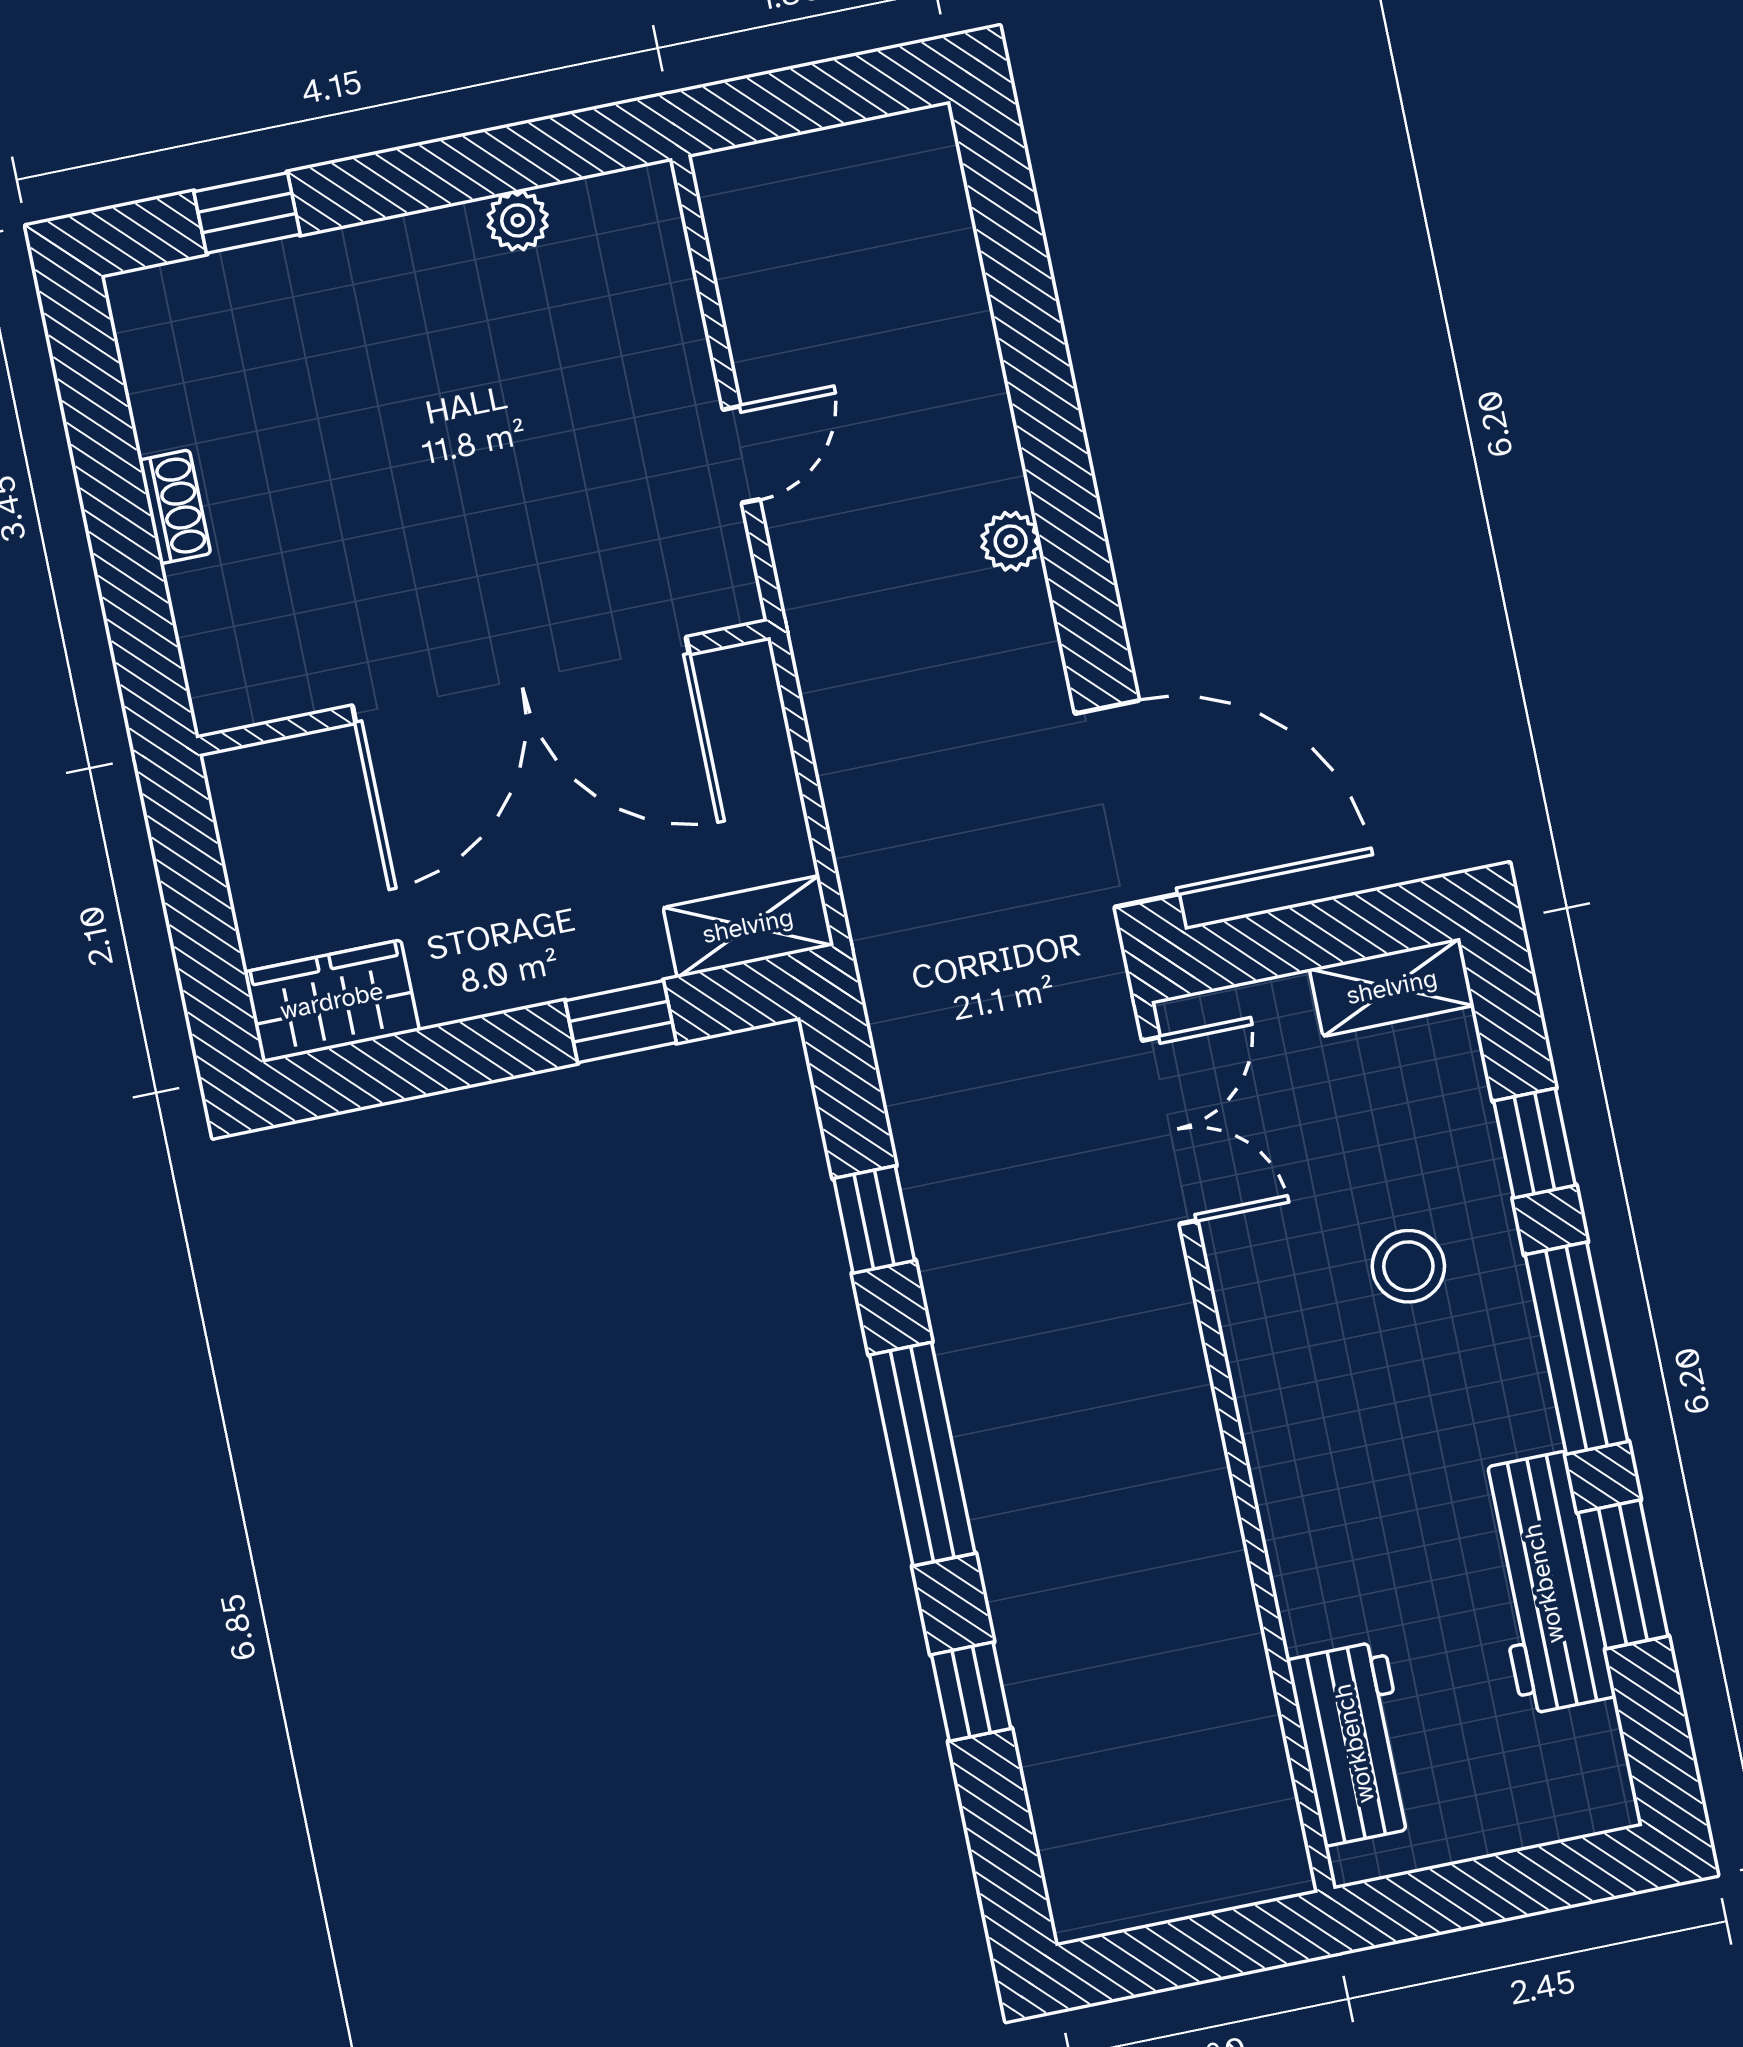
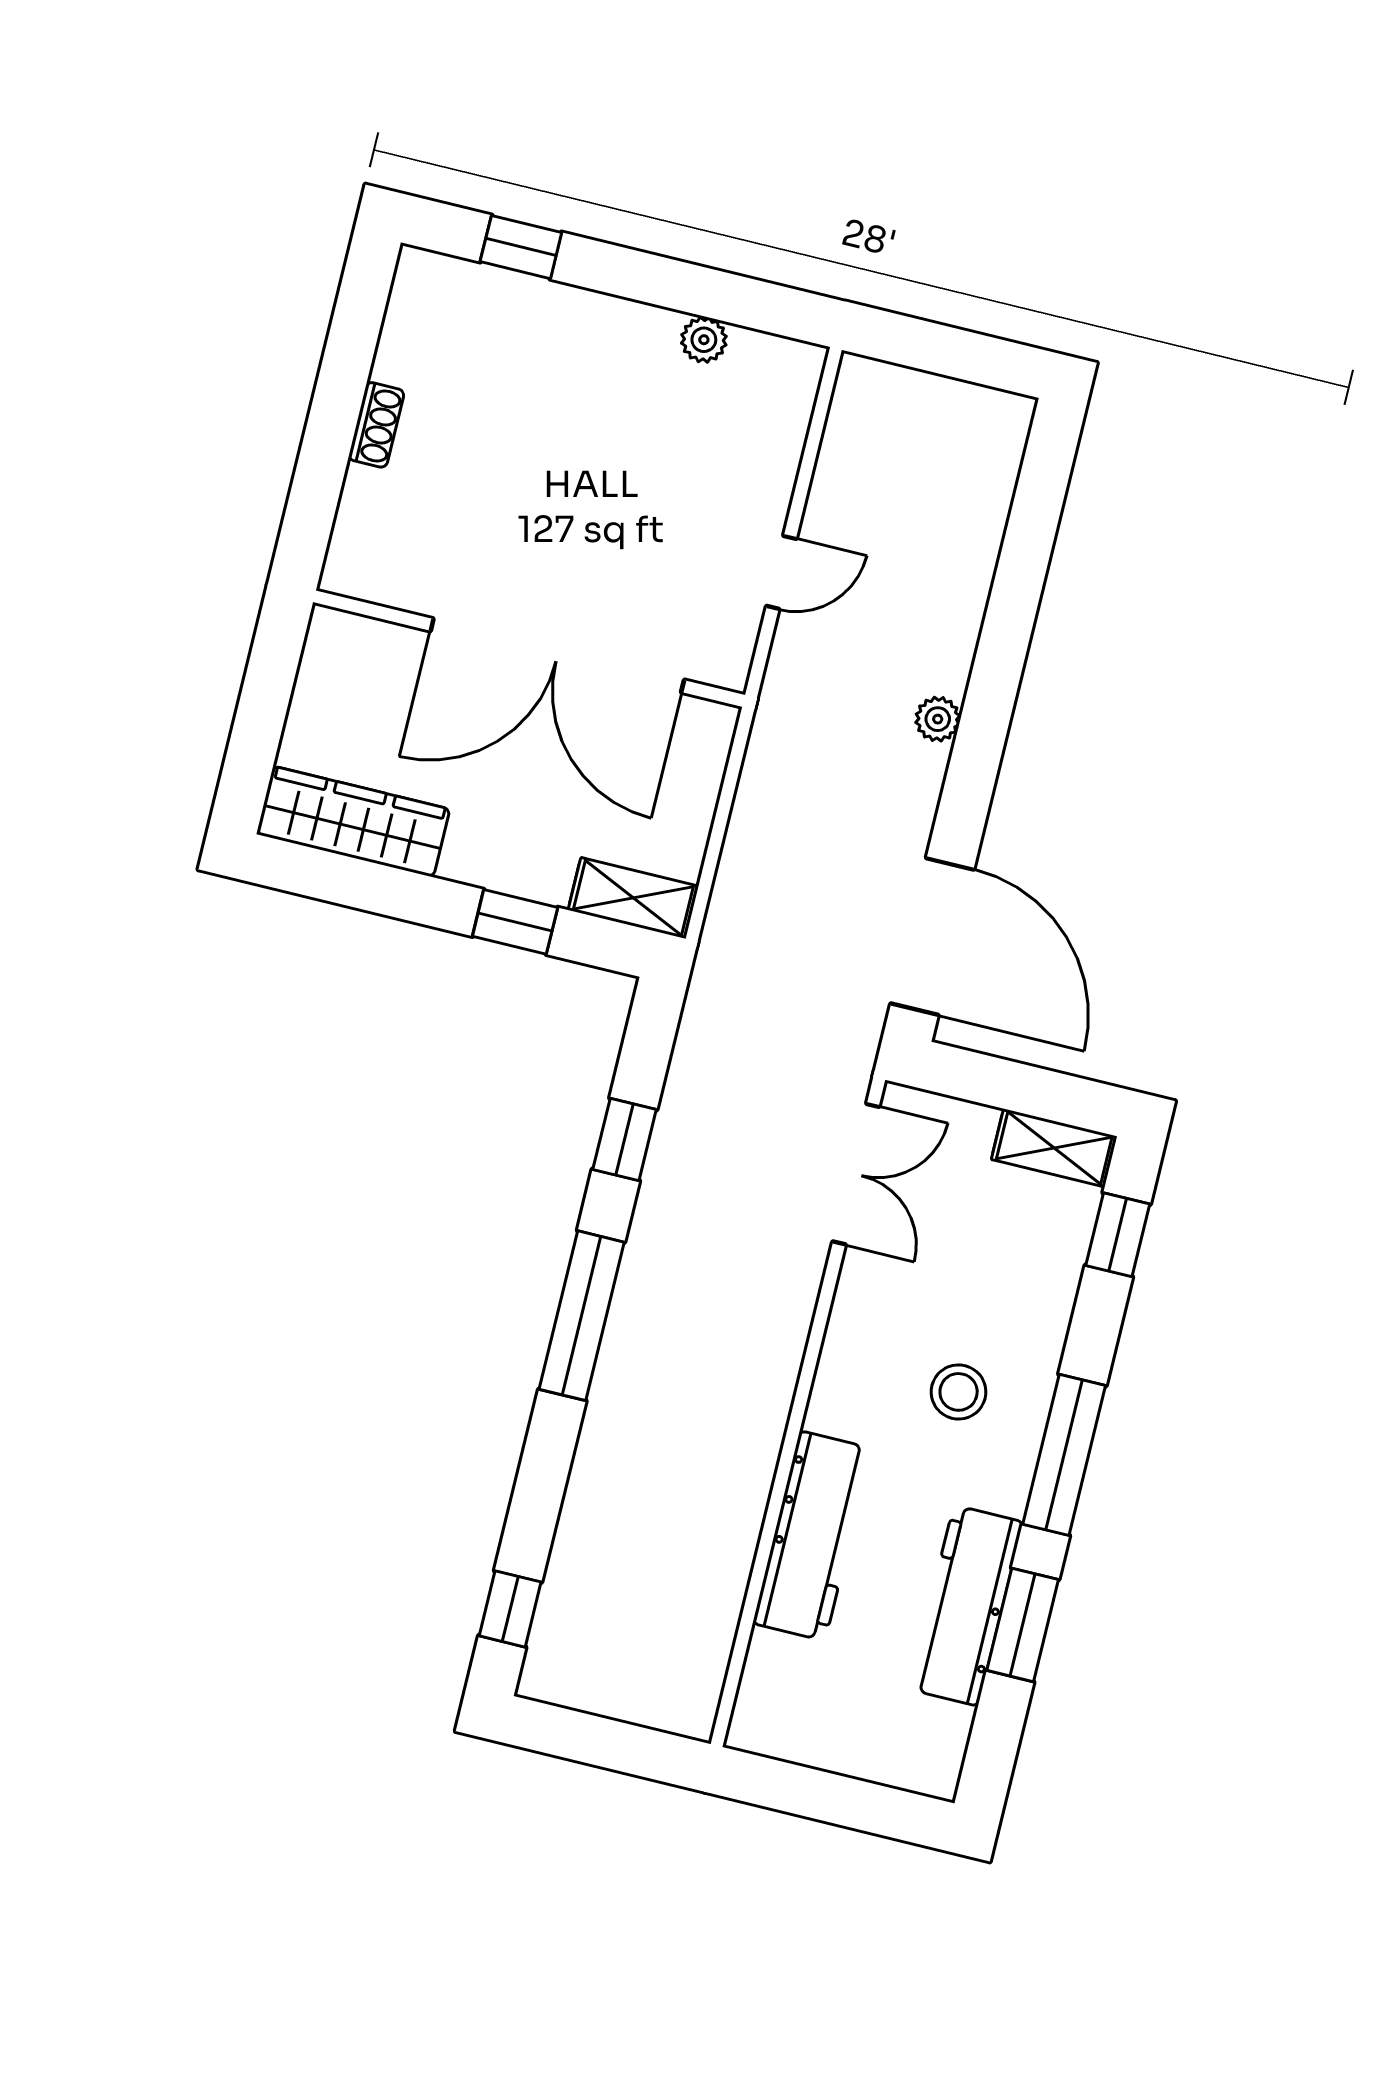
wardrobe: (332, 1001) -> (353, 822), width x1.50
window: (1534, 1143) -> (1118, 1235), moved
stool: (1408, 1266) -> (959, 1392), moved
window: (971, 1692) -> (510, 1609), moved
workbench: (1354, 1743) -> (812, 1536), moved, width x1.38

